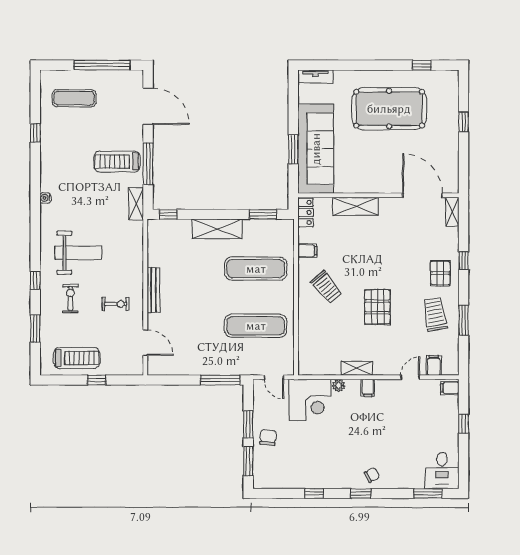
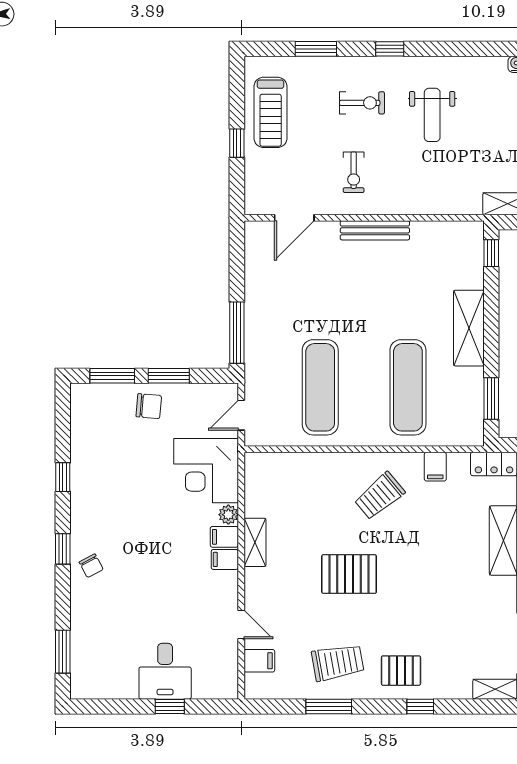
weight bench: (78, 253) -> (432, 115), width x0.73, depth x0.75
filing cabinet: (450, 388) -> (224, 537), moved, turned -90
desk: (442, 471) -> (165, 671), moved, turned -90

